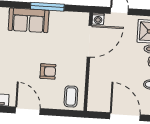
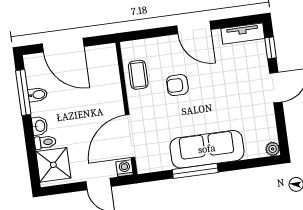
sofa: (29, 20) -> (207, 149), width x1.36
coffee table: (71, 96) -> (138, 75), moved

